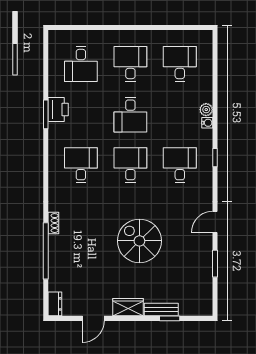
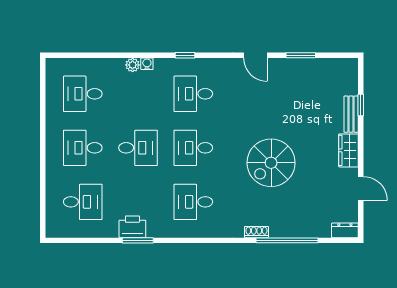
spiral stairs: (139, 241) -> (271, 163), moved

